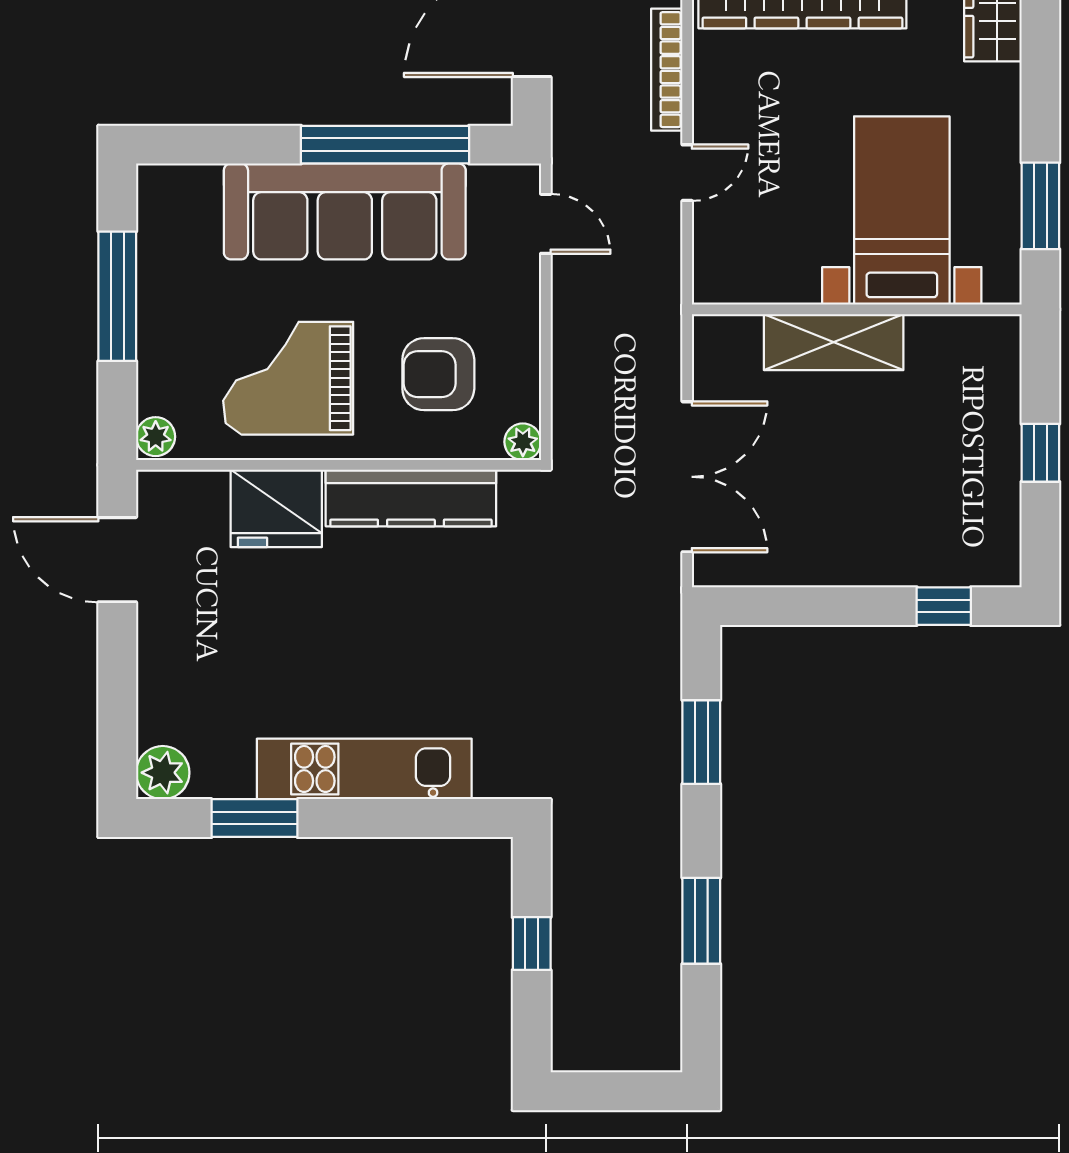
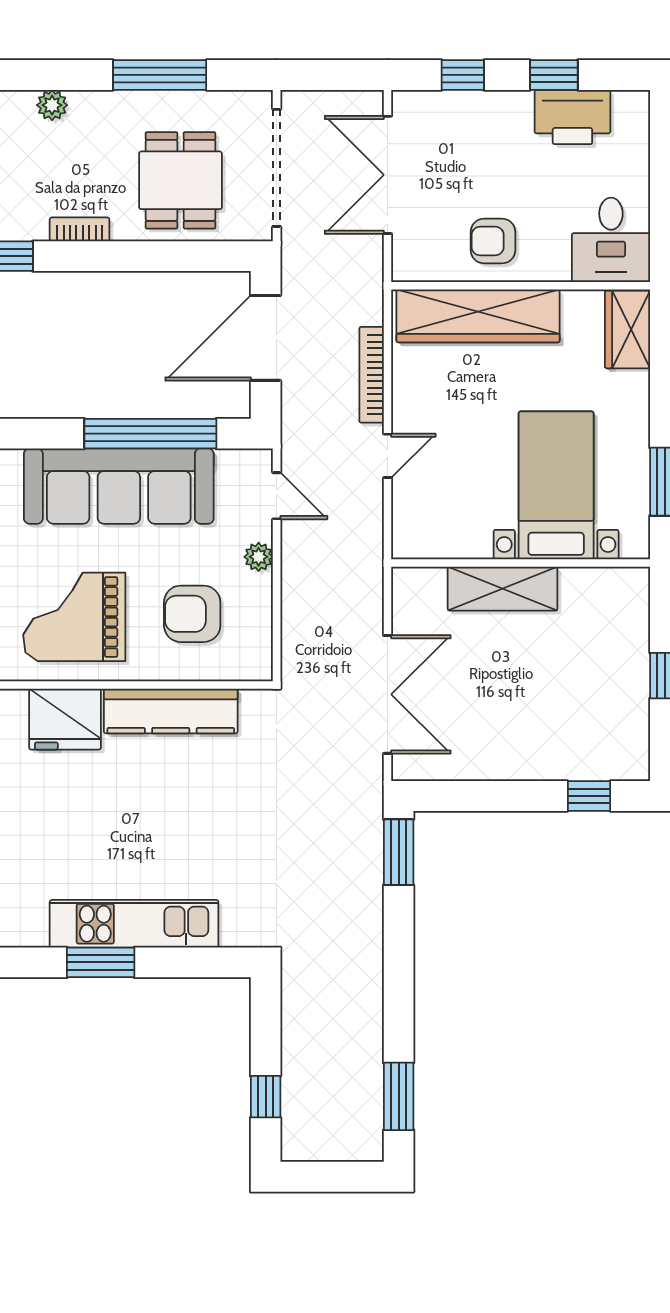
plant: (523, 442) -> (259, 557), moved
window: (701, 742) -> (399, 852), moved
window: (254, 818) -> (101, 962), moved
window: (701, 921) -> (399, 1096), moved
window: (532, 944) -> (266, 1097), moved

